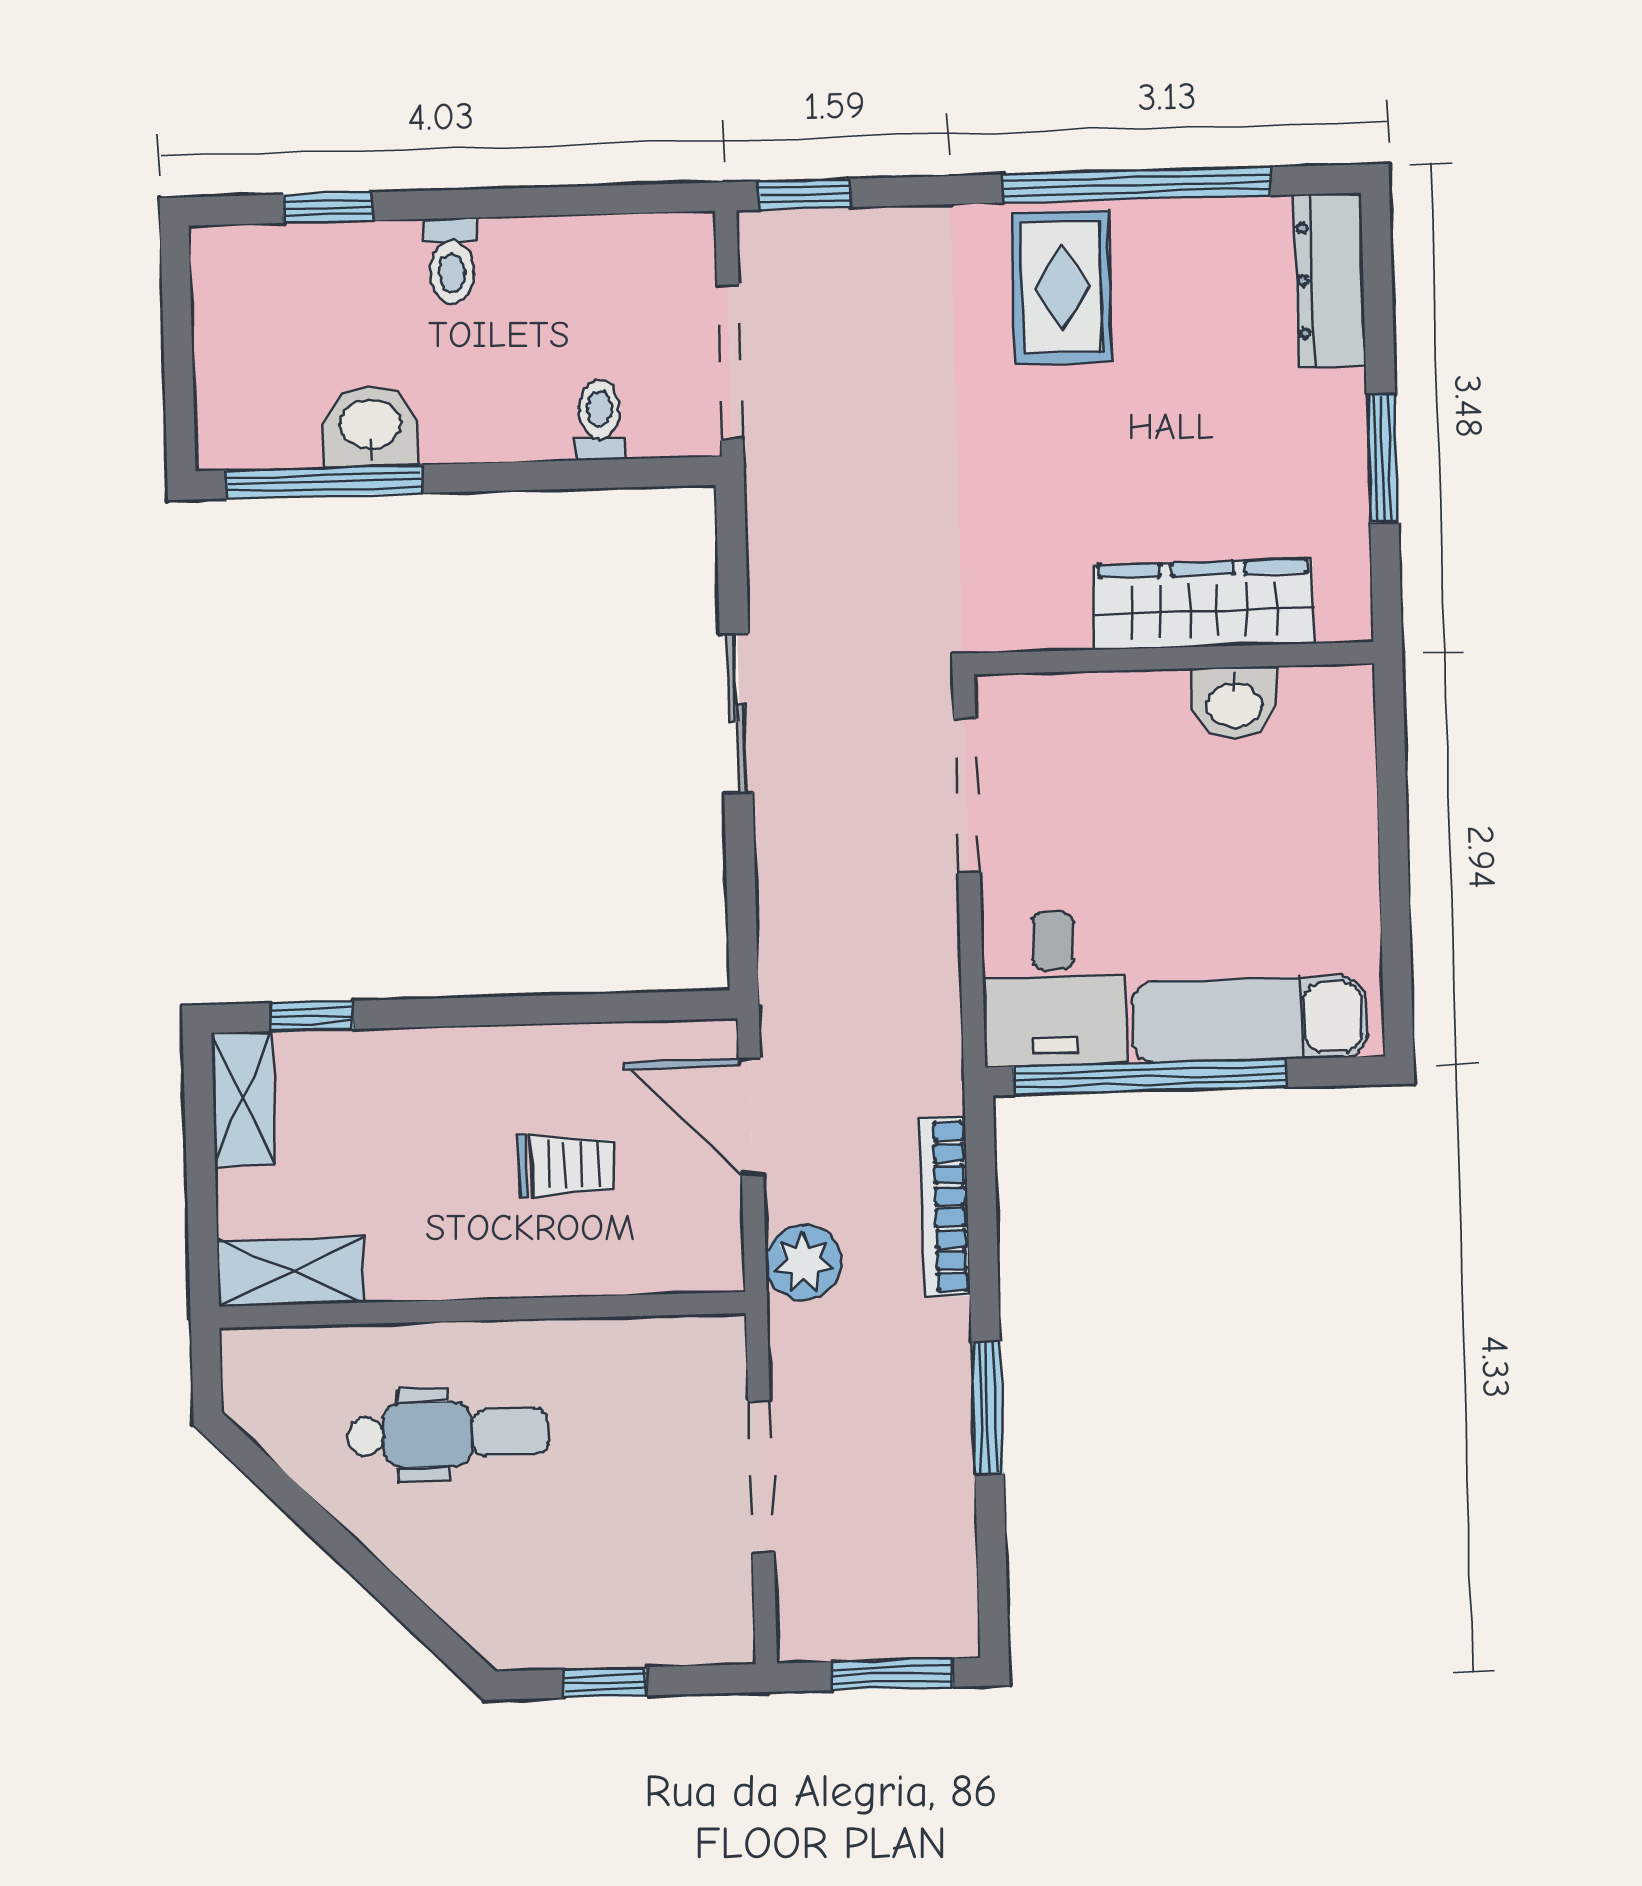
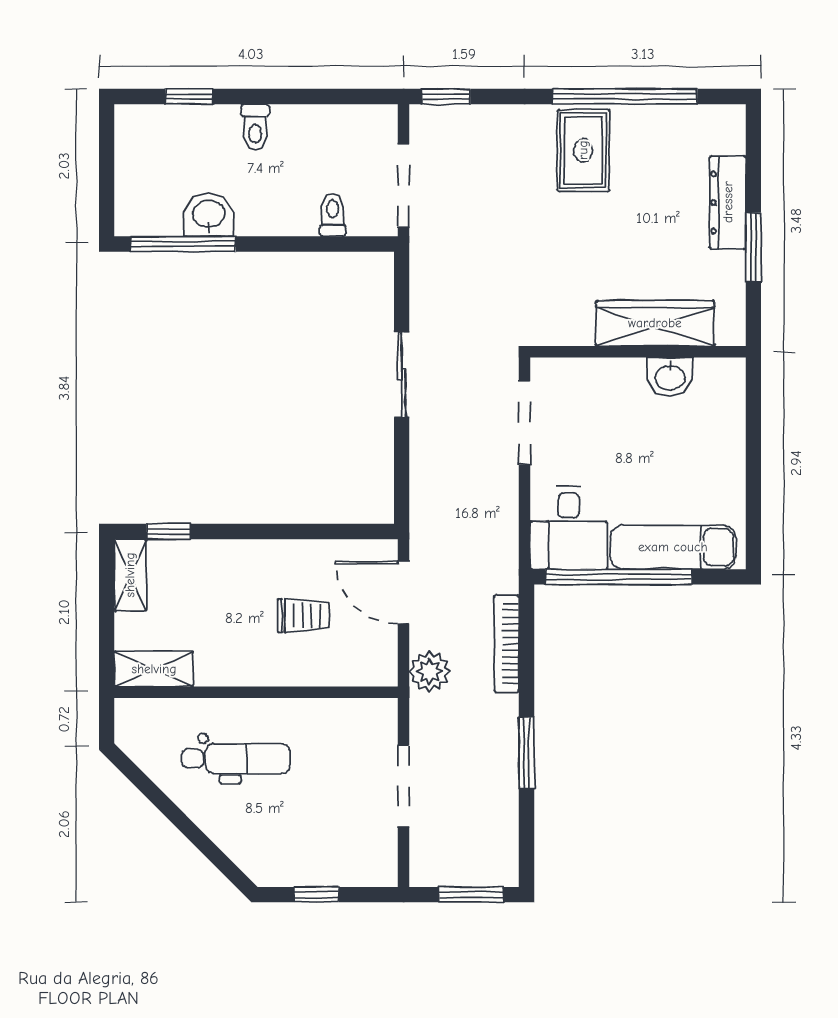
dresser: (1330, 280) -> (728, 202), moved

